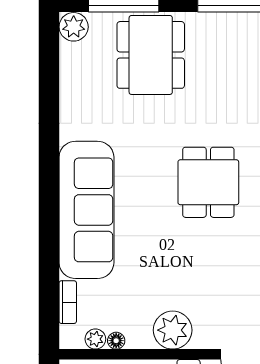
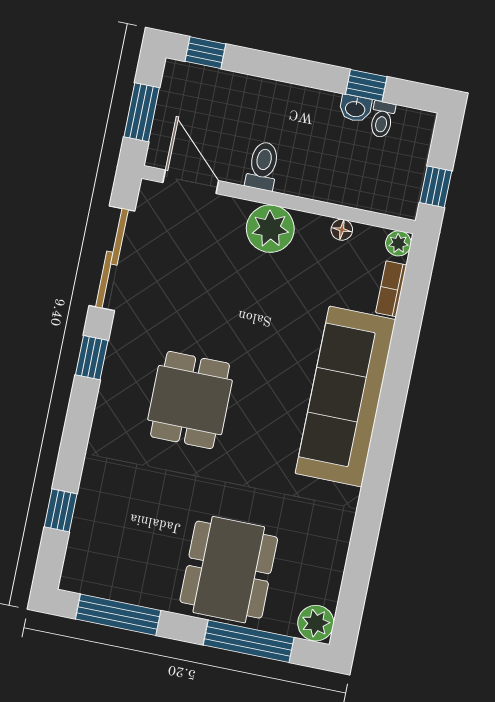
plant: (95, 339) -> (398, 243), moved

